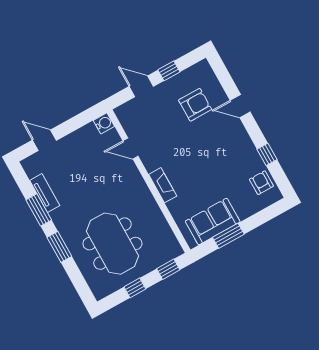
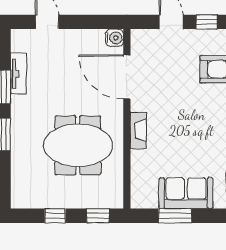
door: (131, 149) -> (127, 77), width x1.87
sofa: (213, 222) -> (186, 193), moved
meeting table: (112, 244) -> (78, 145), moved, turned 90

